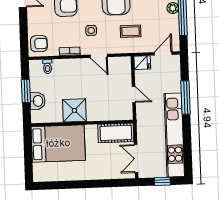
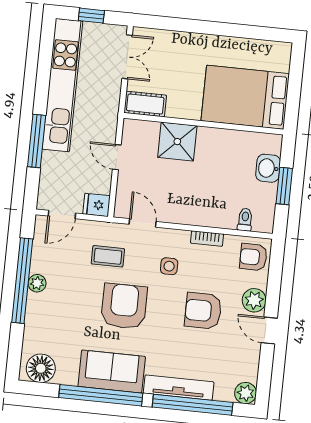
plant: (35, 17) -> (254, 300), added
door: (99, 56) -> (143, 223), moved
shower: (74, 110) -> (177, 142), moved
cot: (116, 133) -> (145, 104), width x0.73, depth x0.75

